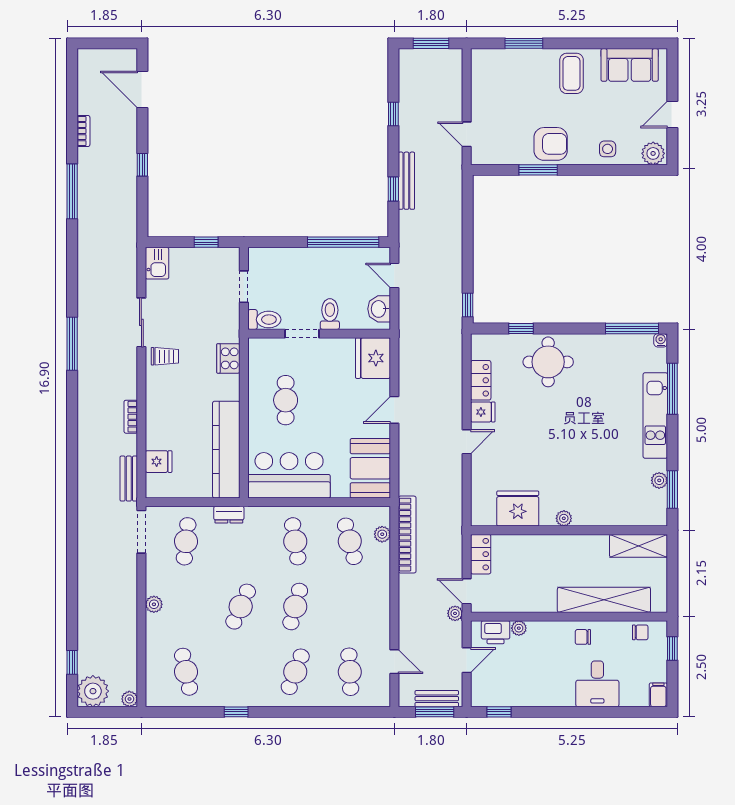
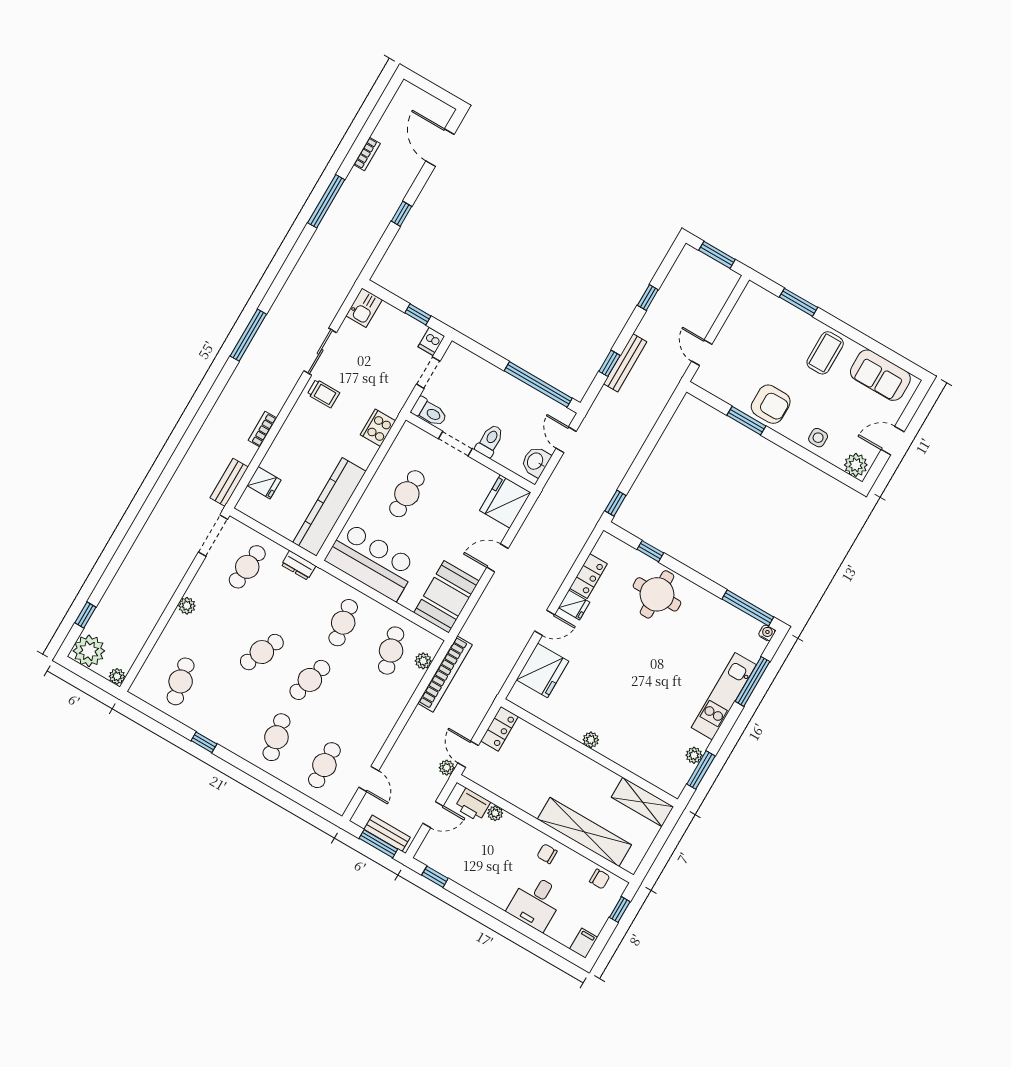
dishwasher: (231, 258) -> (431, 341), added
fridge: (518, 508) -> (542, 670), moved, turned 90
cafe table: (295, 672) -> (276, 737), turned -33

